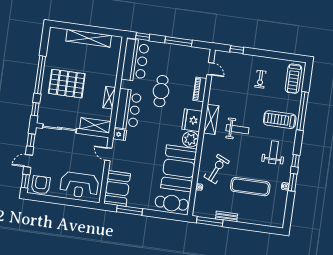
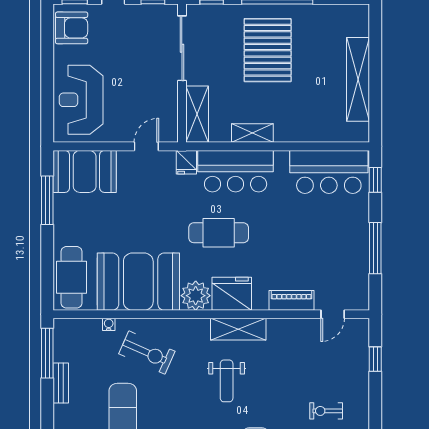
cafe table: (161, 91) -> (219, 233), moved

